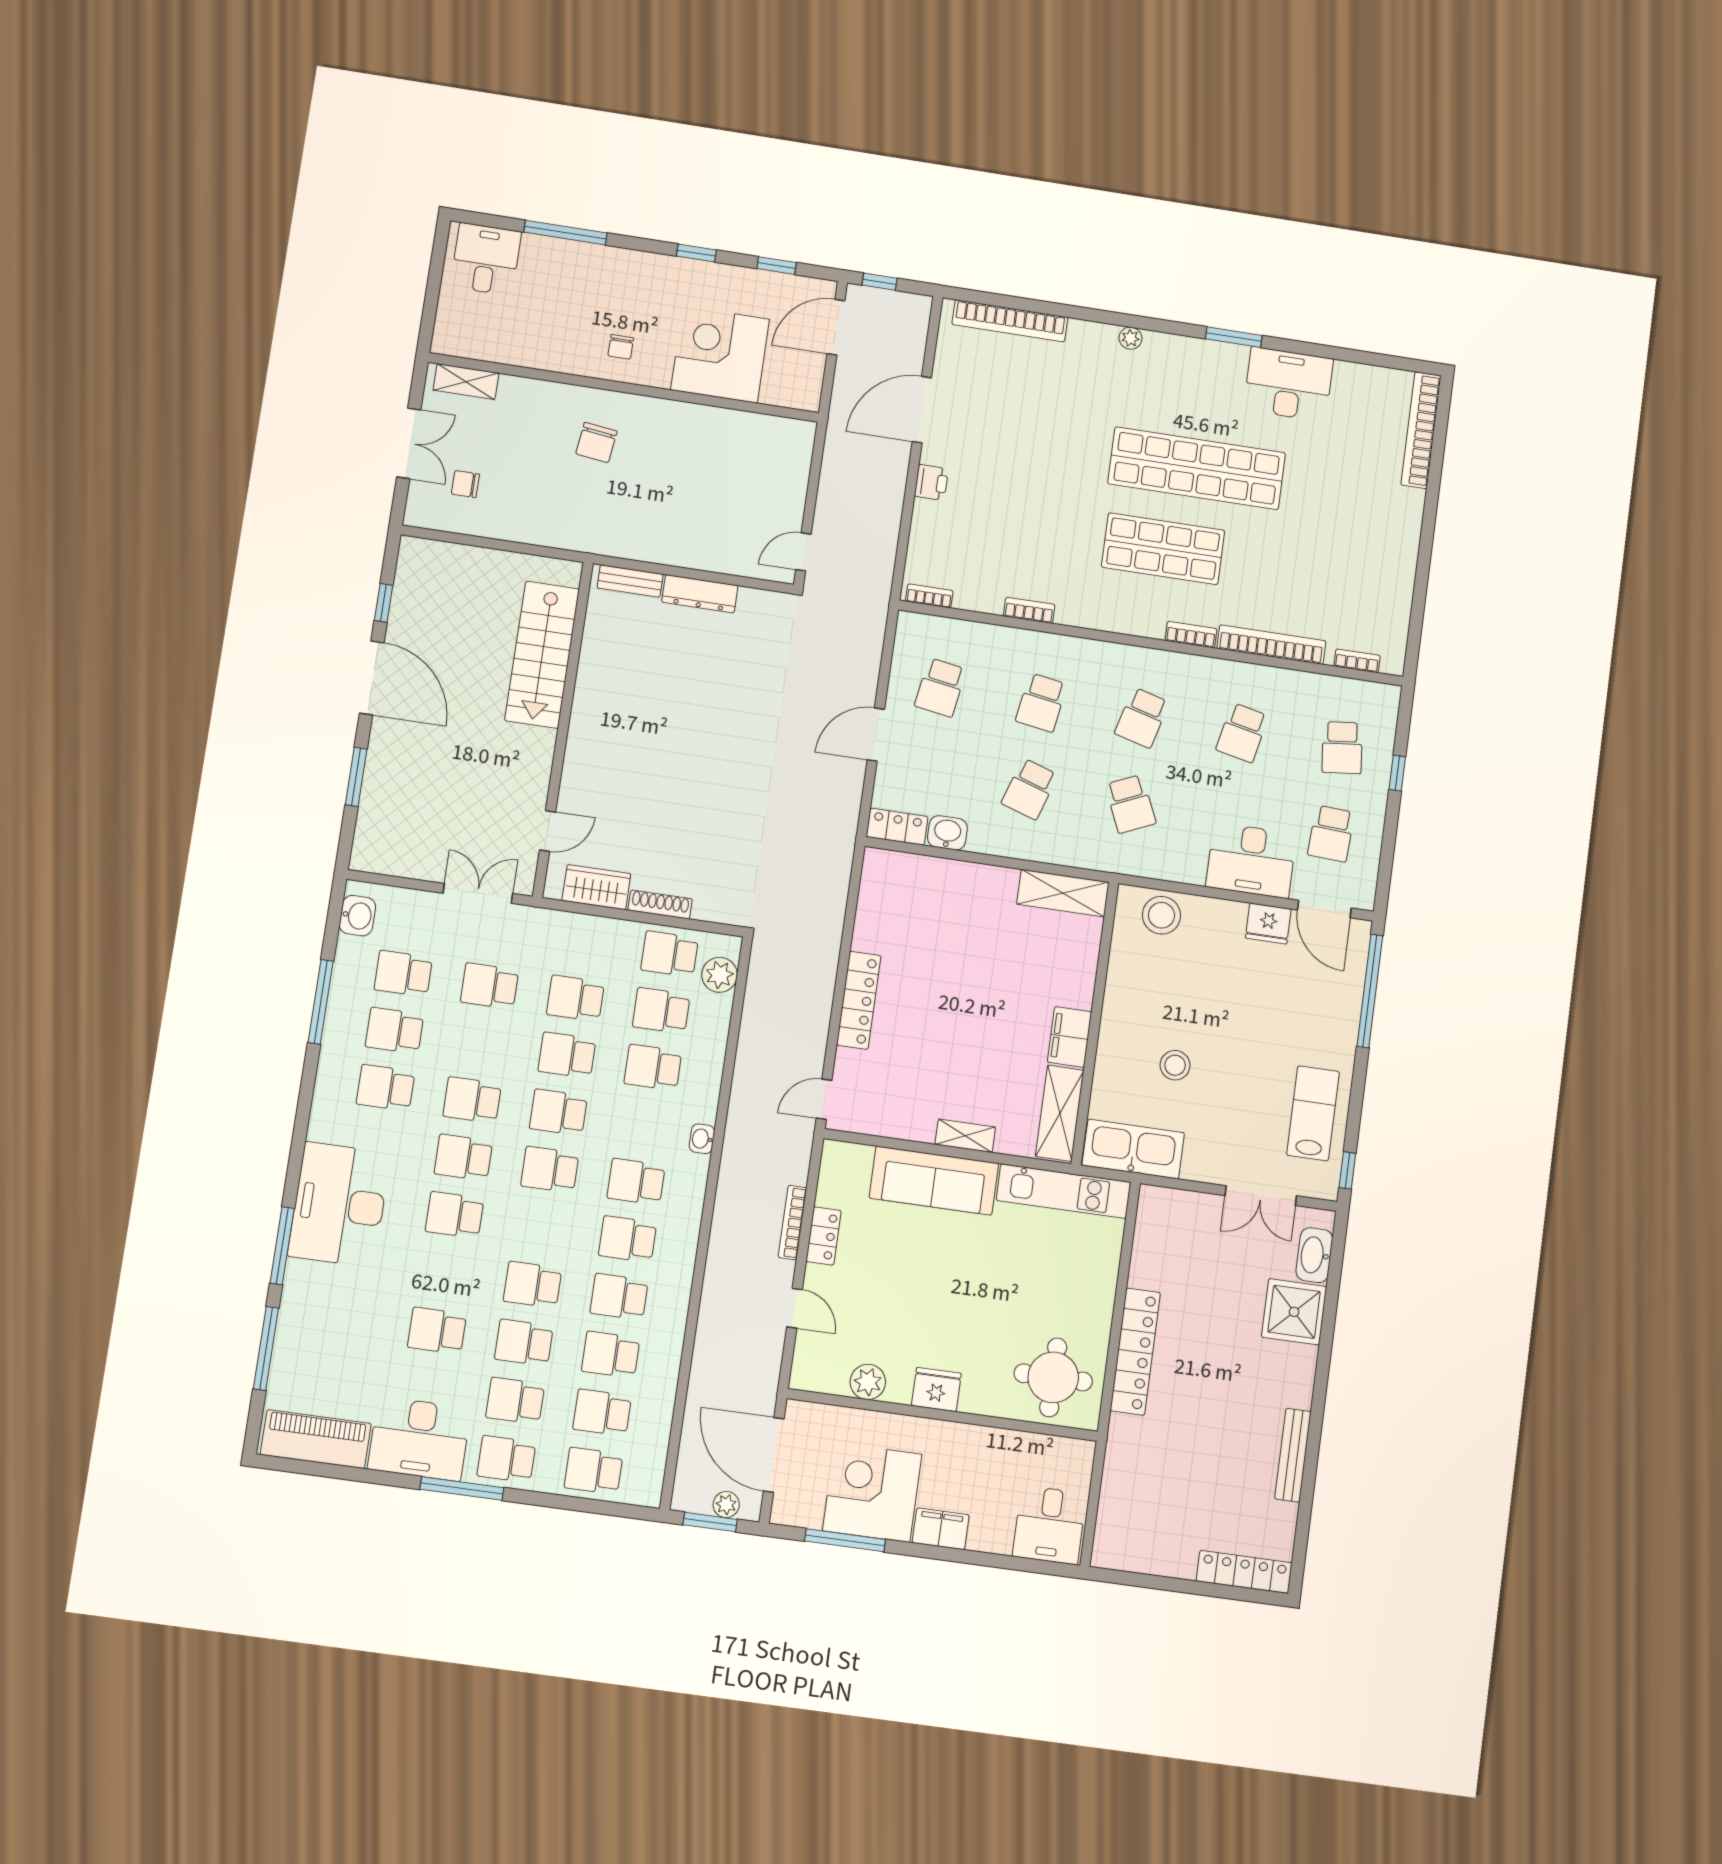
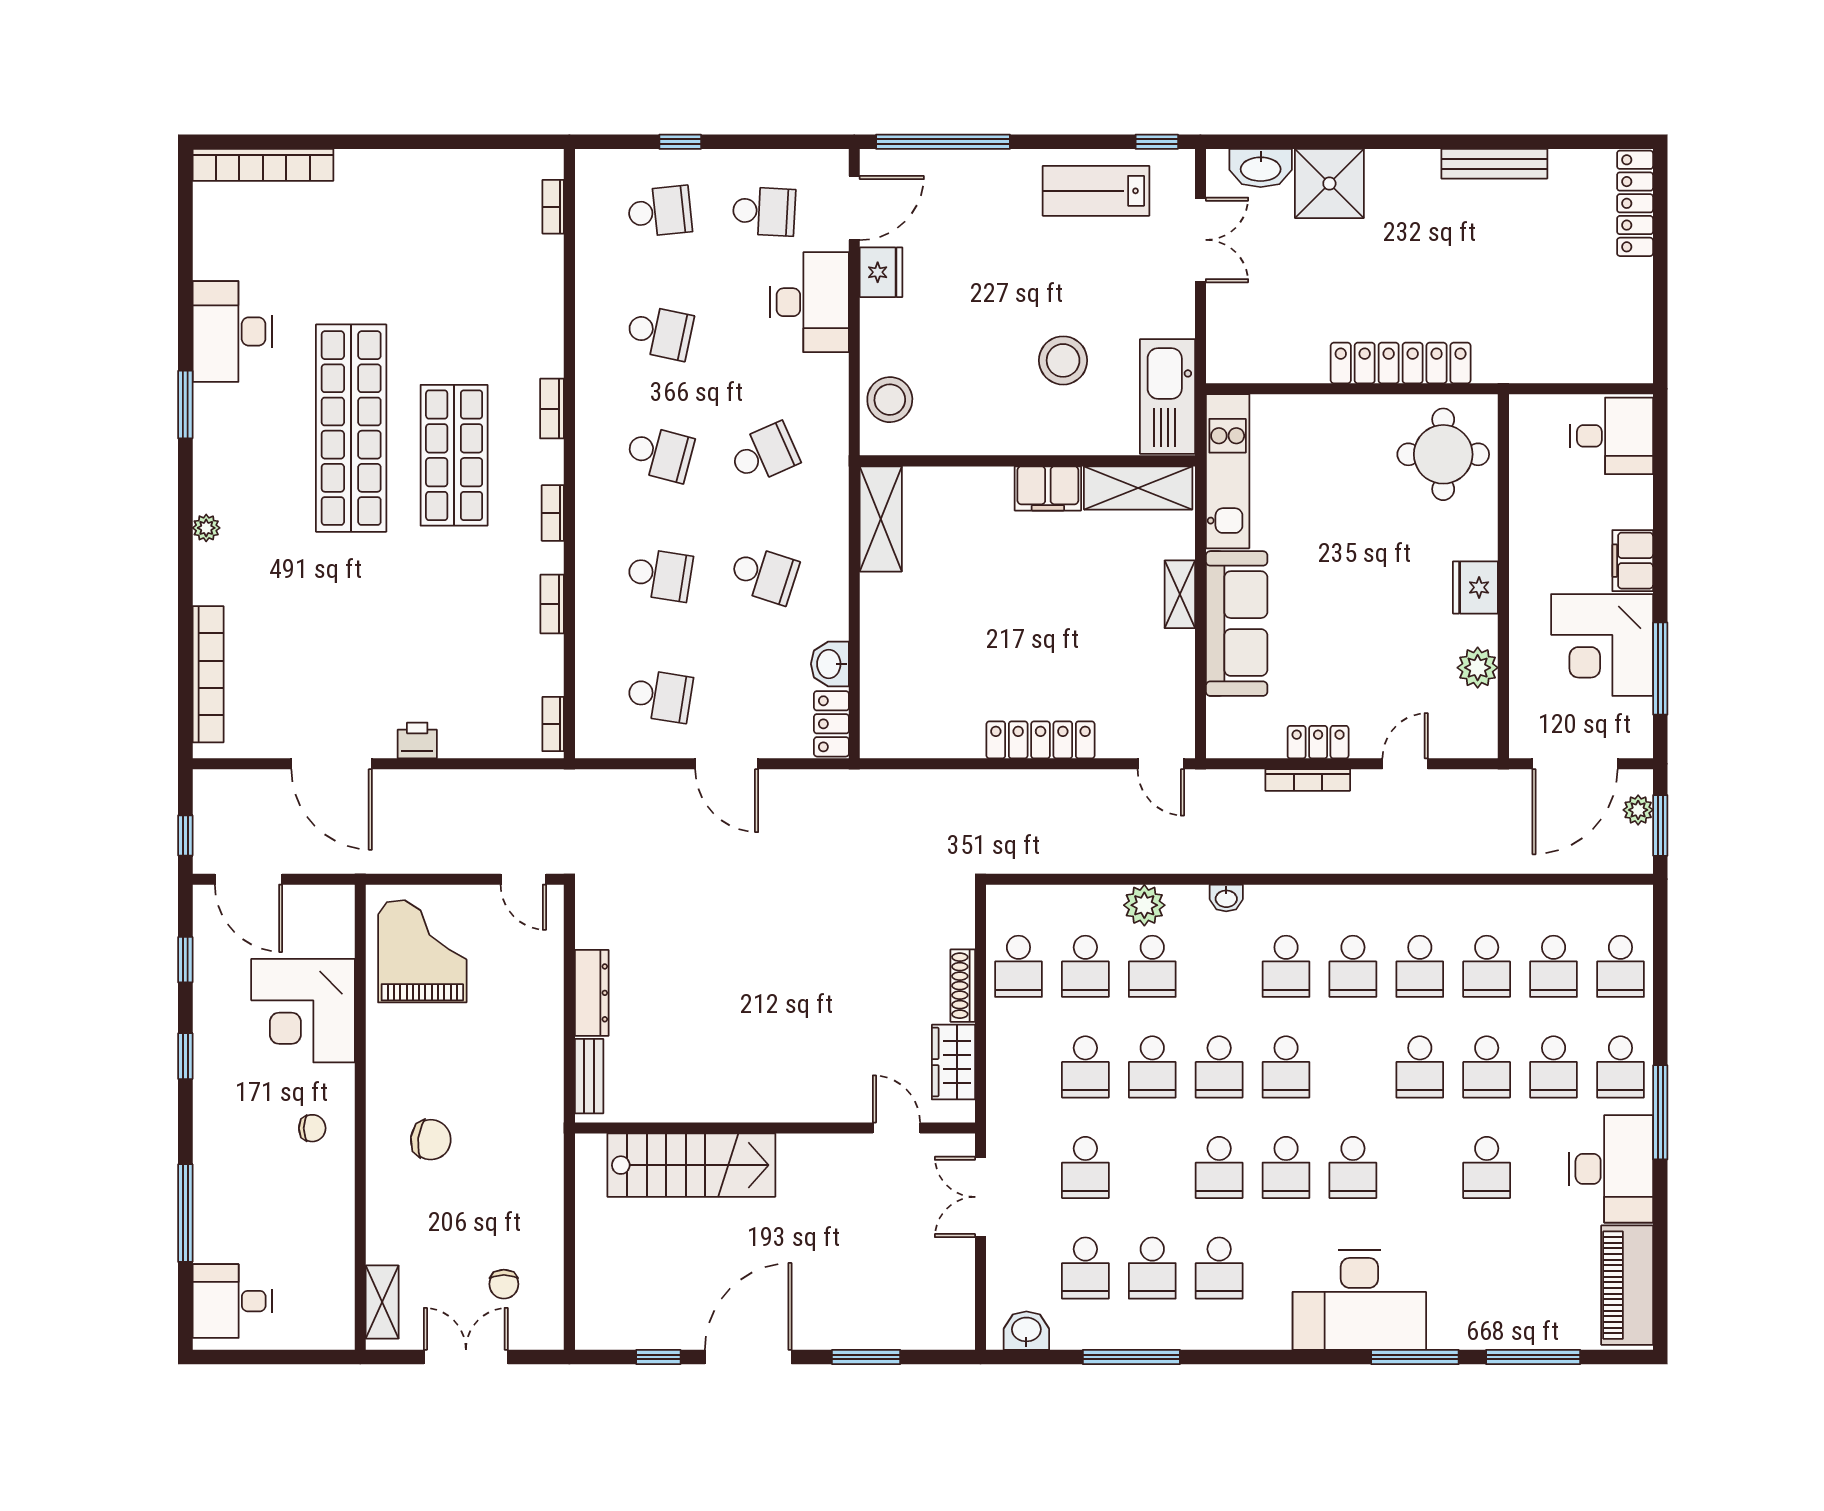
grand piano: (755, 460) -> (422, 951), added
bookcase: (1271, 645) -> (553, 513), moved, width x0.43, depth x0.76
plant: (720, 975) -> (1144, 905), moved
stool: (1175, 1065) -> (1063, 360), width x1.38, depth x1.38

